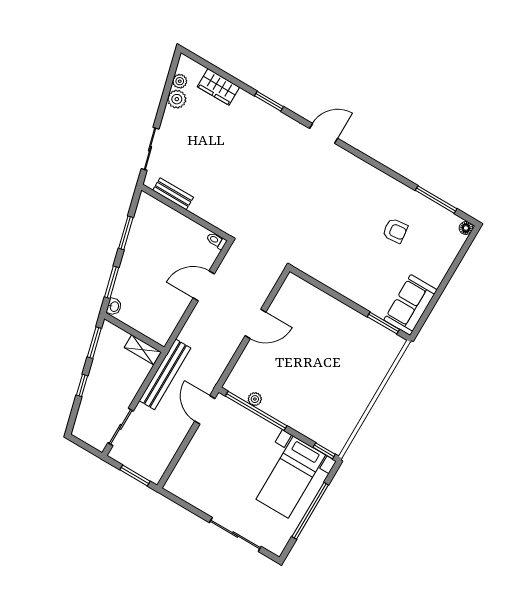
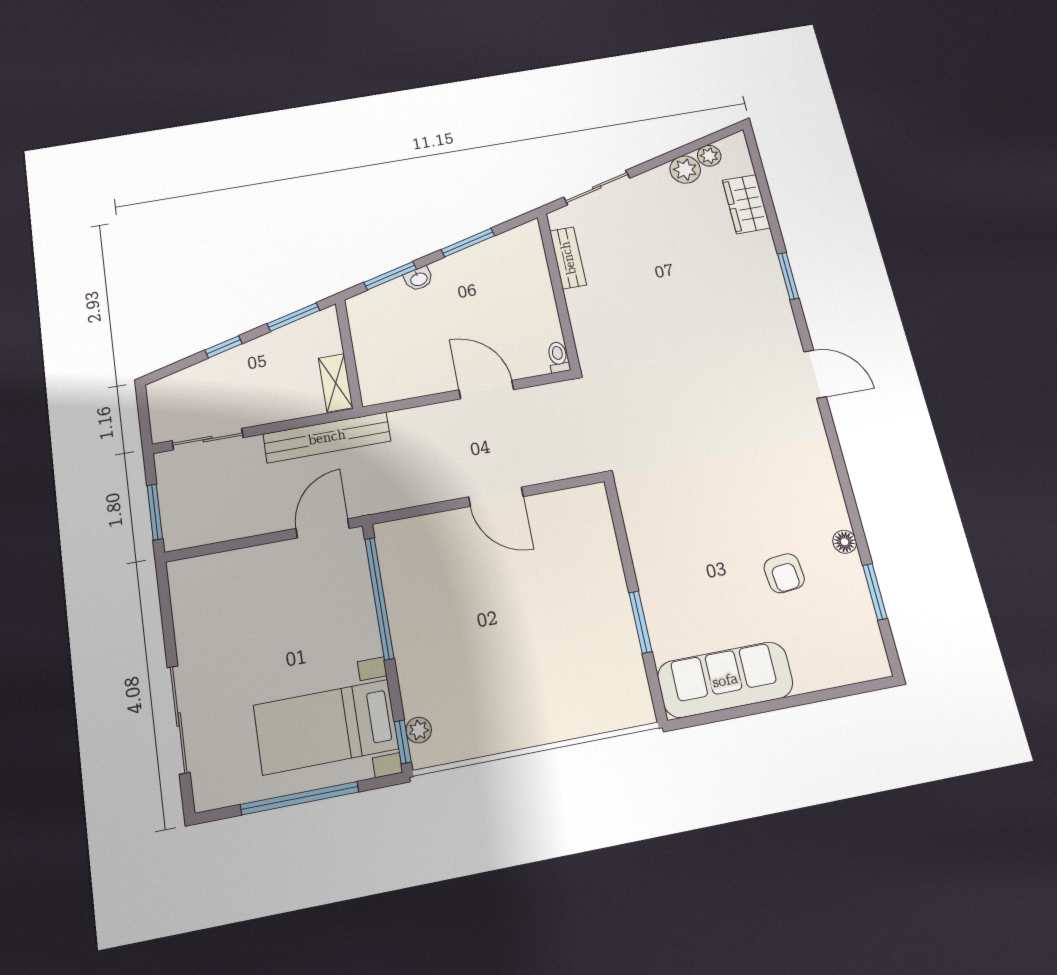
window: (436, 200) -> (875, 592), width x0.69
floor lamp: (466, 228) -> (845, 542), moved
sofa: (410, 305) -> (725, 680), width x1.36
washbasin: (114, 307) -> (419, 279), moved
window: (383, 323) -> (640, 622), moved
plant: (255, 399) -> (419, 730), moved

